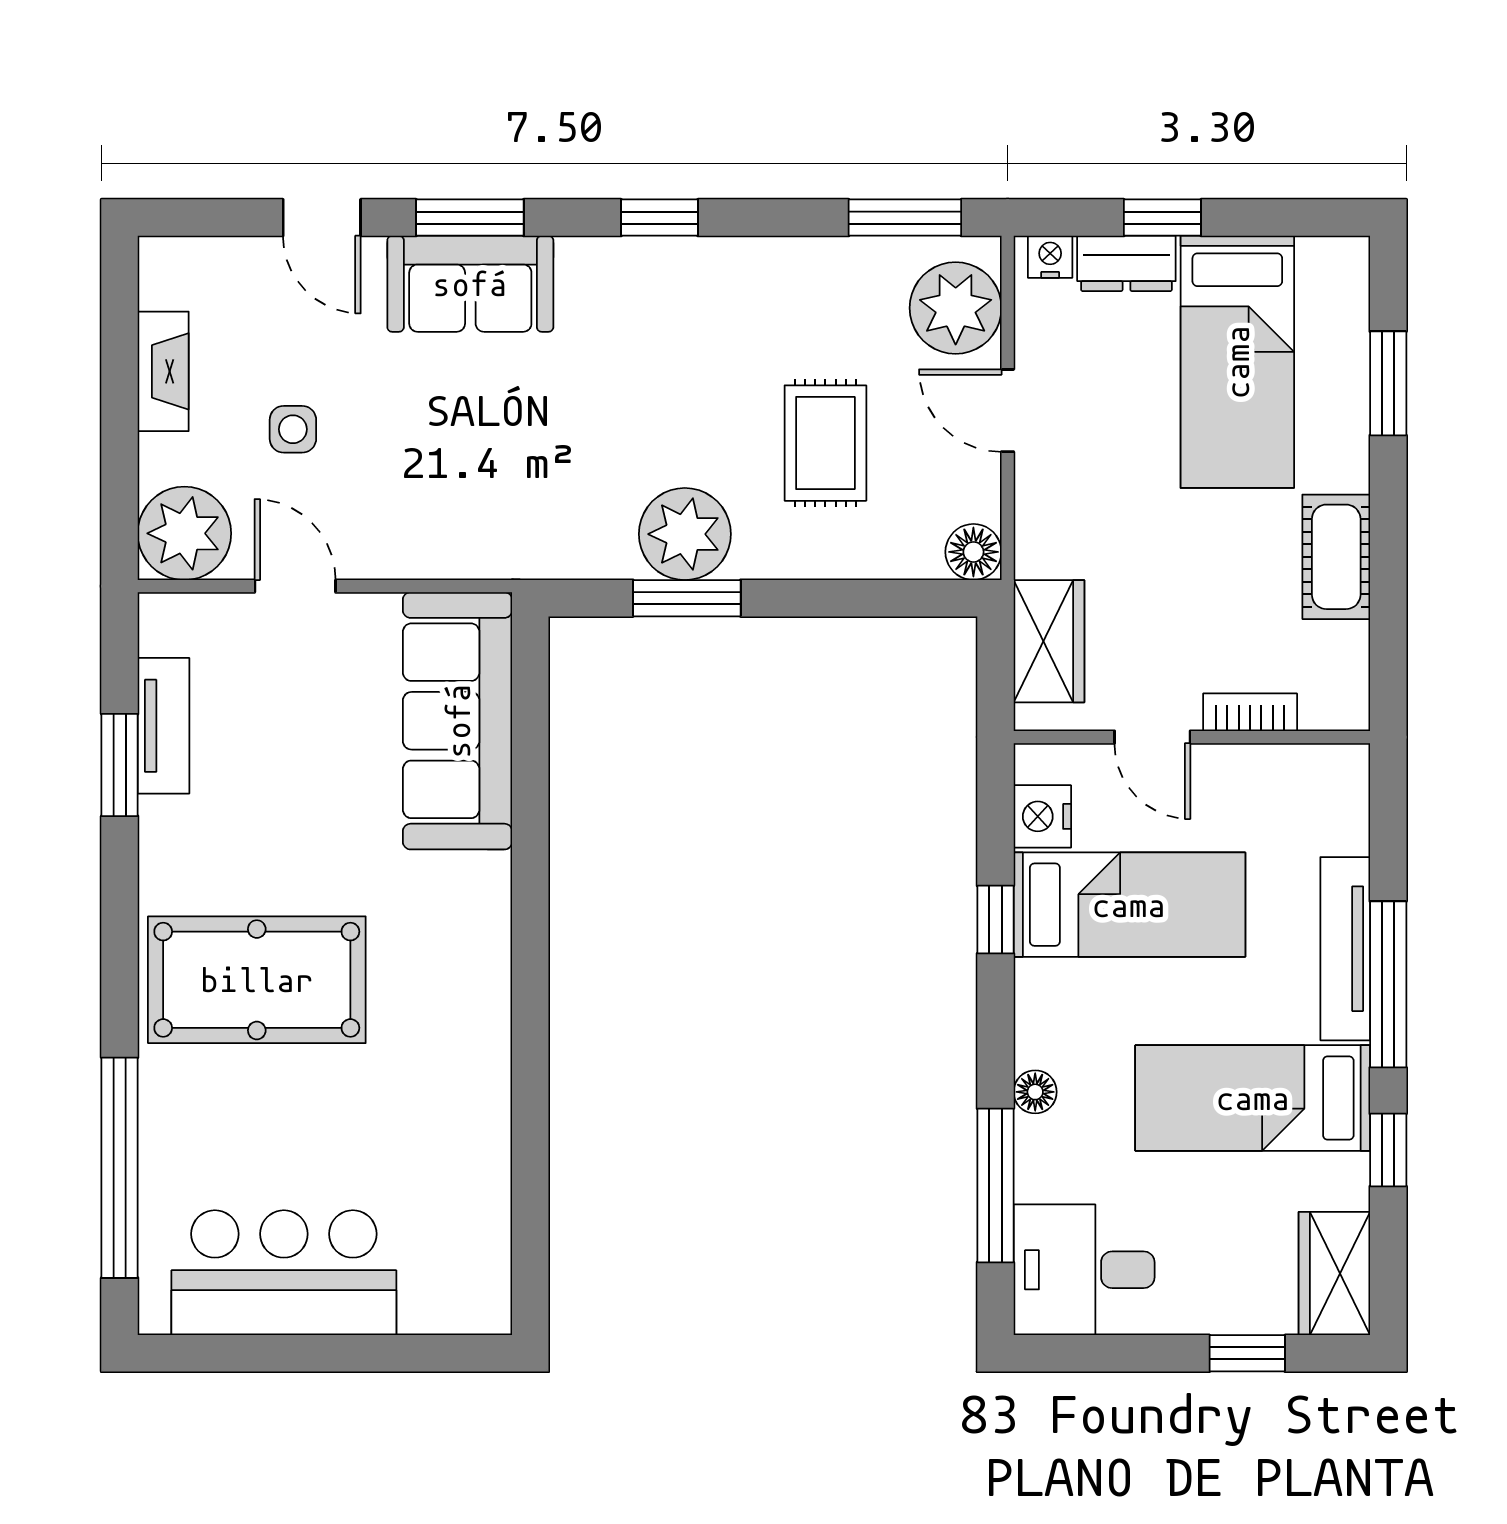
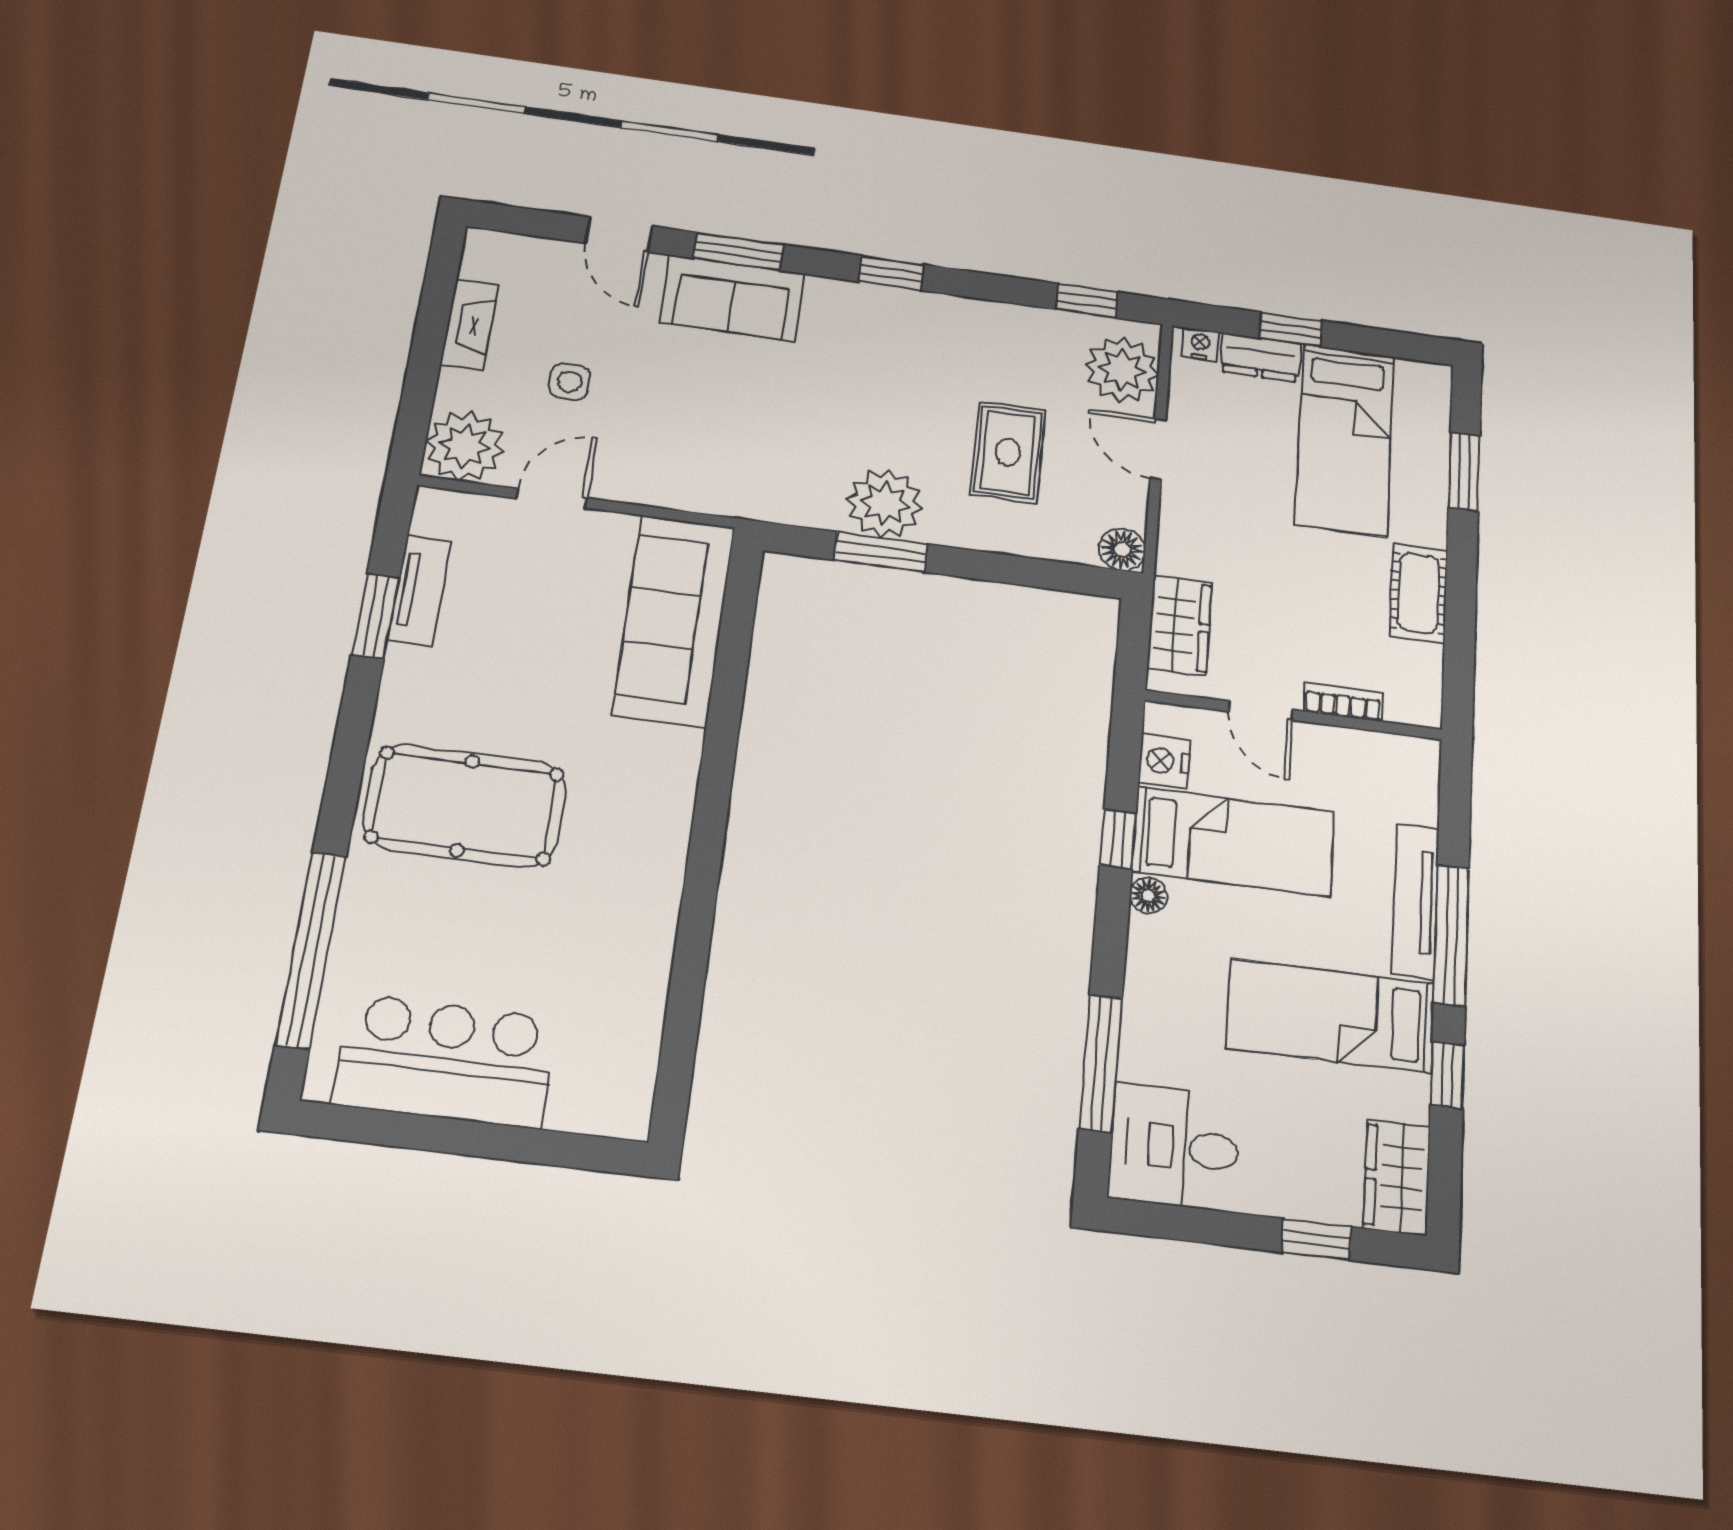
window: (905, 218) -> (1087, 301), width x0.67
door: (295, 586) -> (552, 498), hinge flipped
floor lamp: (1035, 1092) -> (1148, 896), moved

